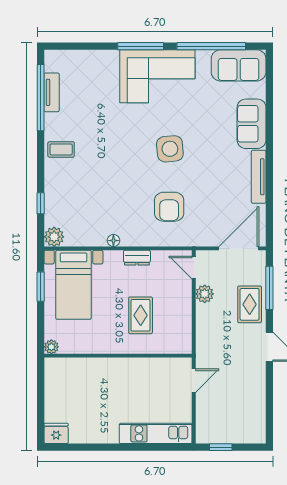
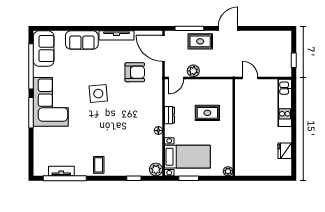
armchair: (169, 207) -> (135, 72), moved
fridge: (56, 433) -> (285, 151), moved

